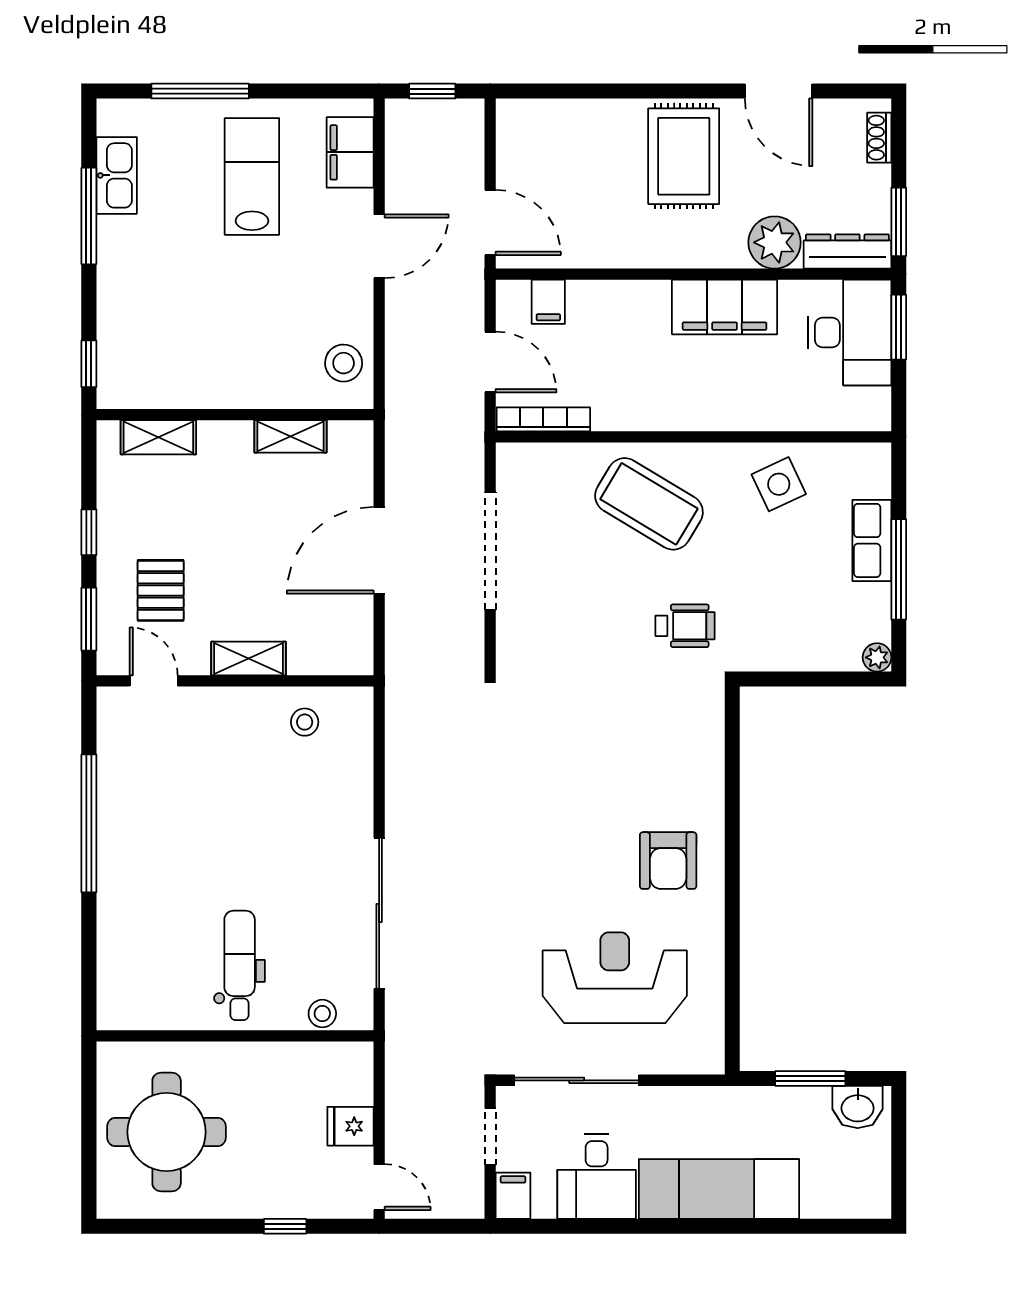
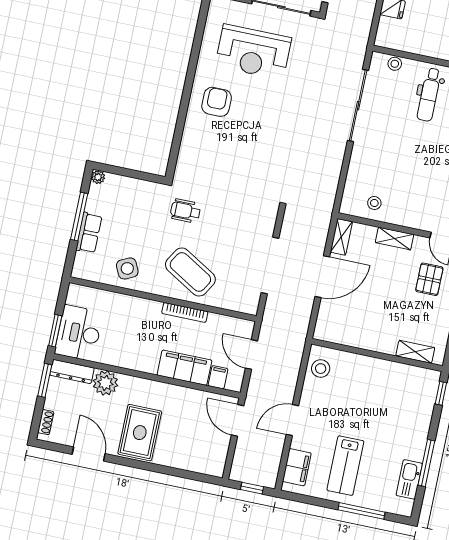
filing cabinet: (725, 307) -> (184, 368), moved
bookcase: (543, 419) -> (185, 312), moved
shelving: (291, 436) -> (341, 237), moved, turned 90

